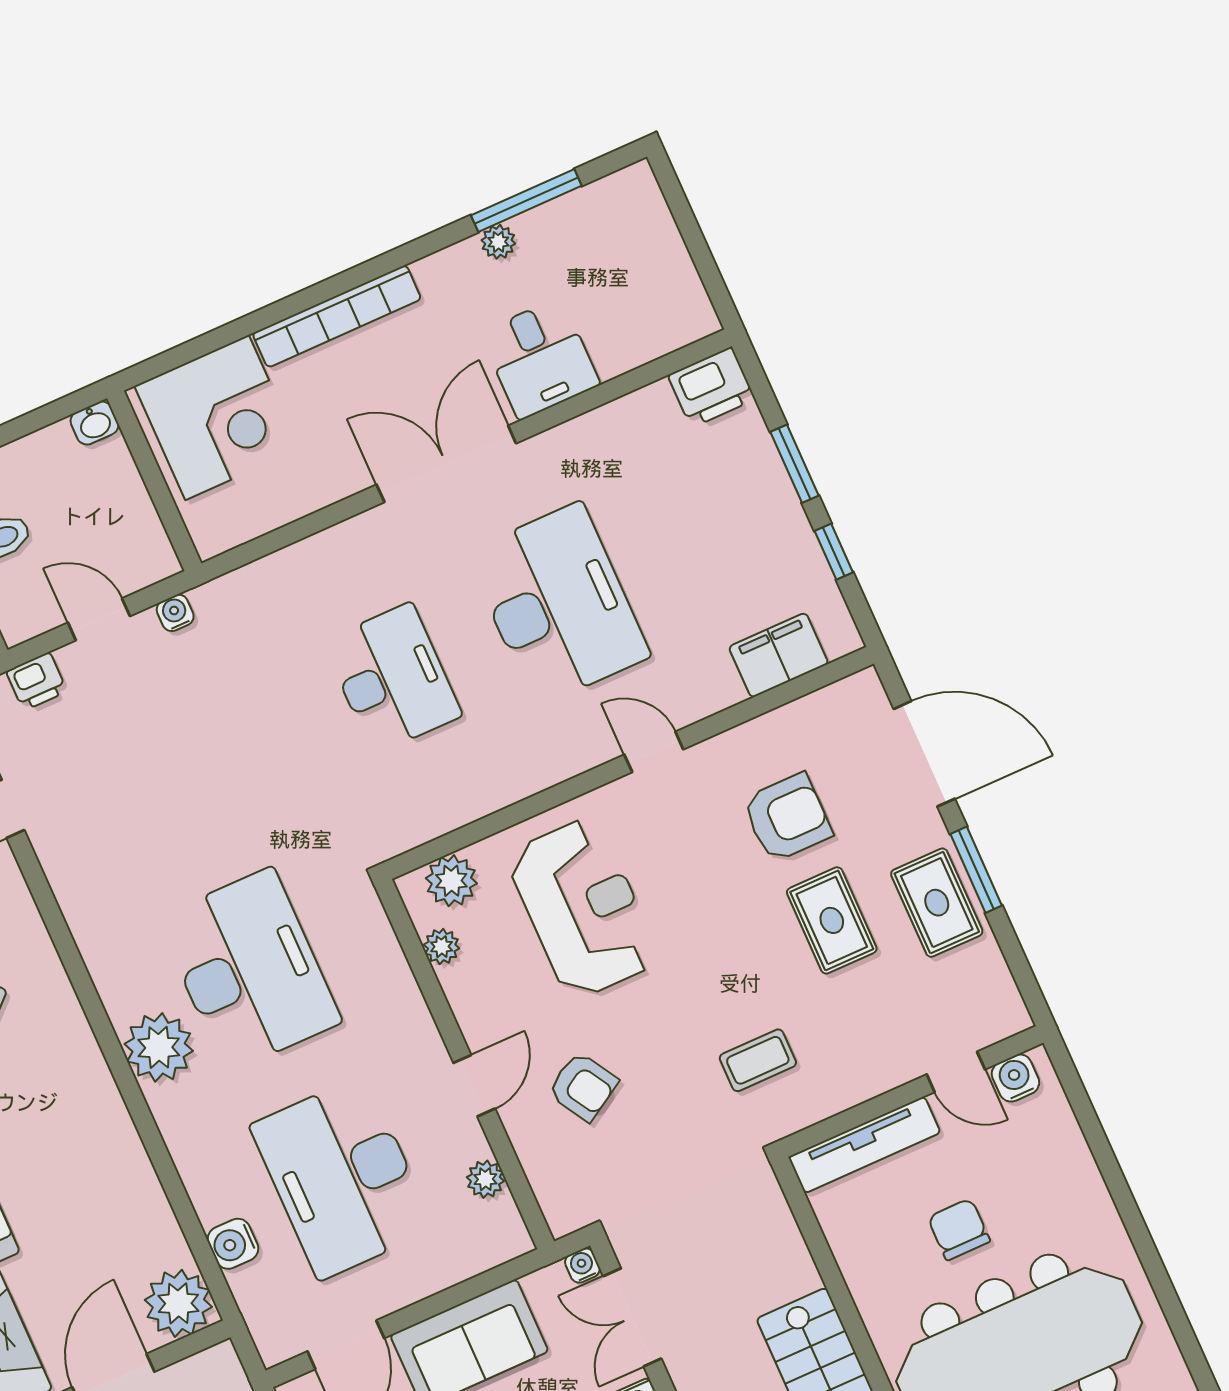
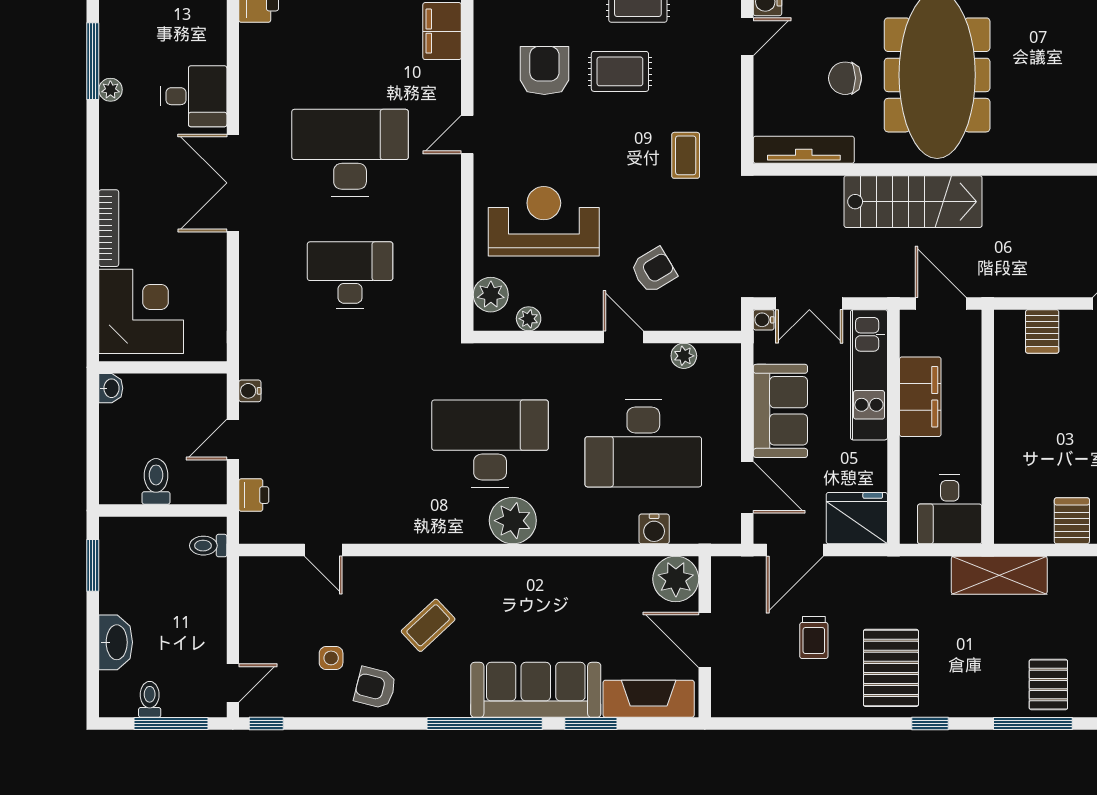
bookcase: (337, 316) -> (109, 228), width x0.68, depth x0.76
tv unit: (864, 1145) -> (804, 150), moved, turned -90

